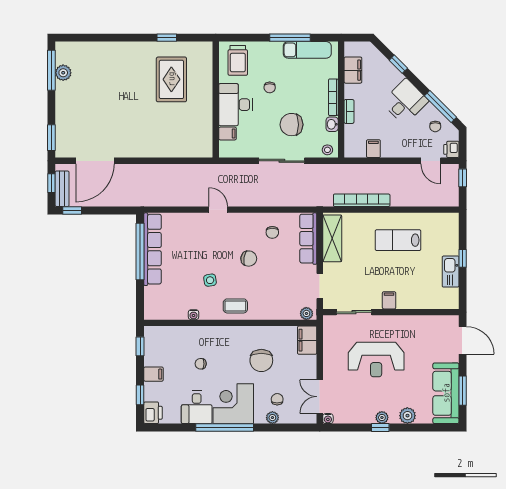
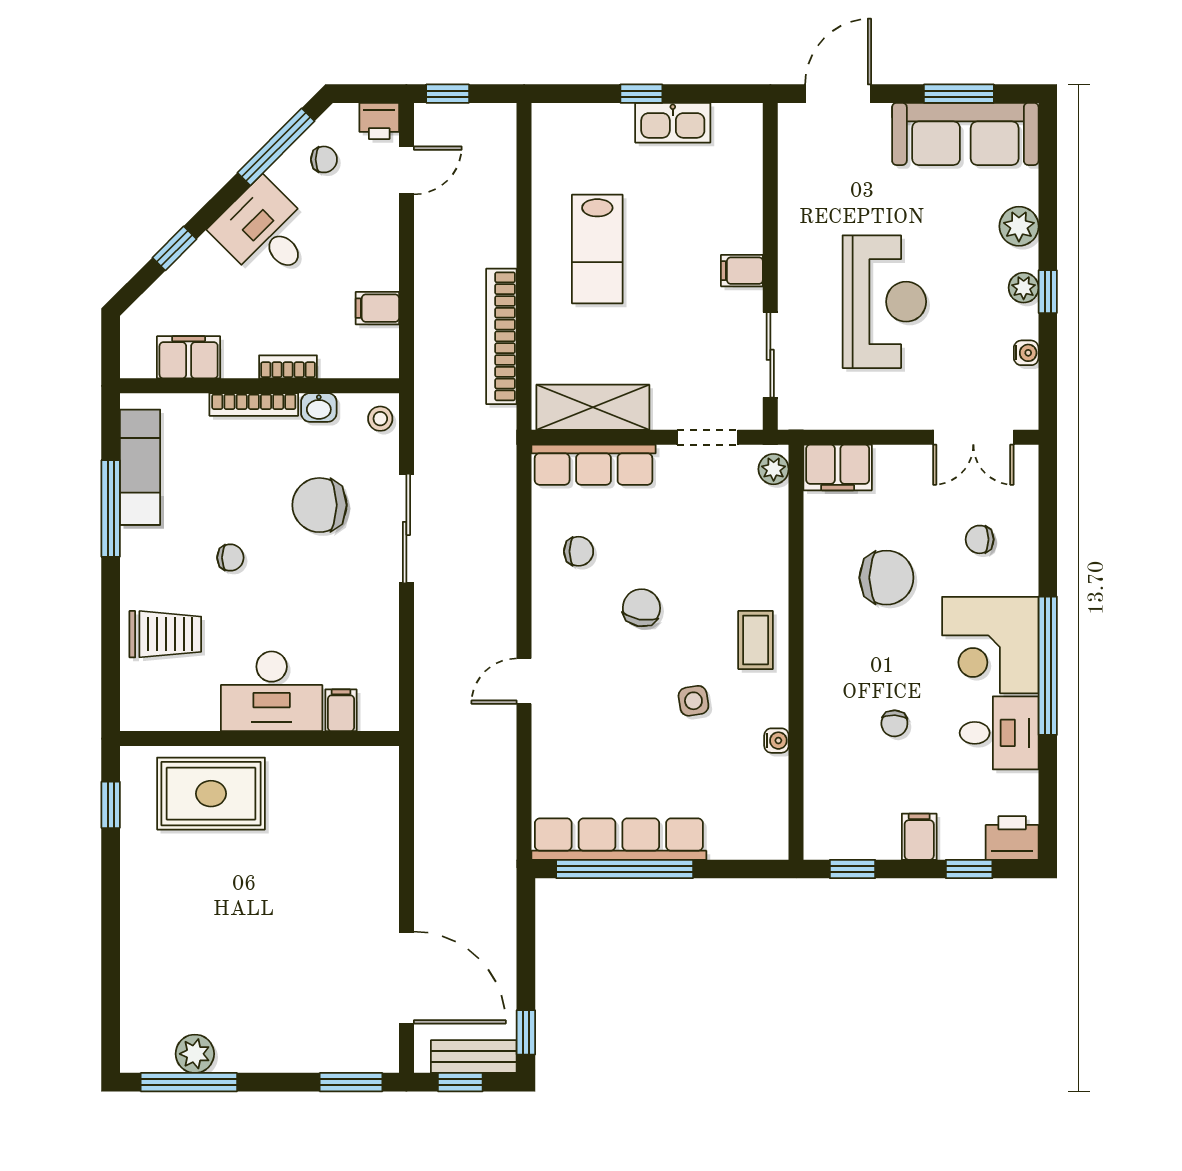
wall: (216, 100) -> (259, 739), moved
desk: (235, 105) -> (272, 691), moved
chair: (291, 125) -> (319, 505), turned 90
filing cabinet: (227, 134) -> (341, 710), moved
plant: (272, 418) -> (1024, 551), removed
water cooler: (328, 419) -> (1026, 353), moved

